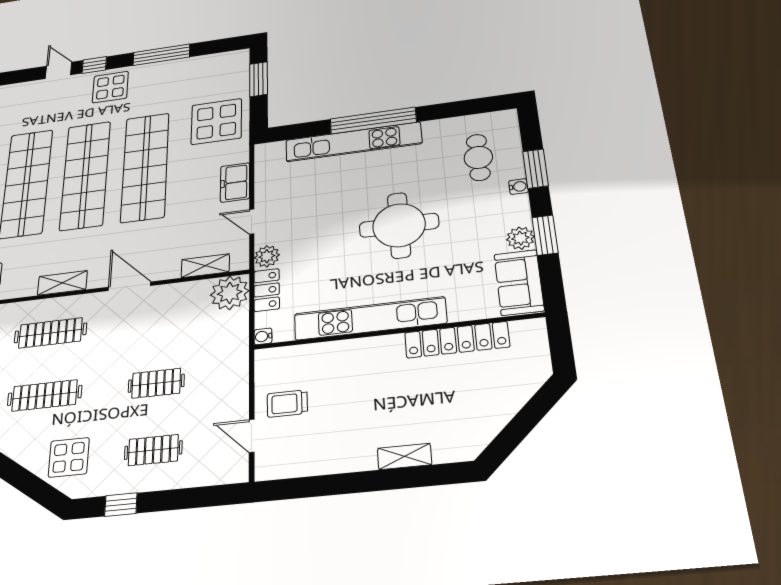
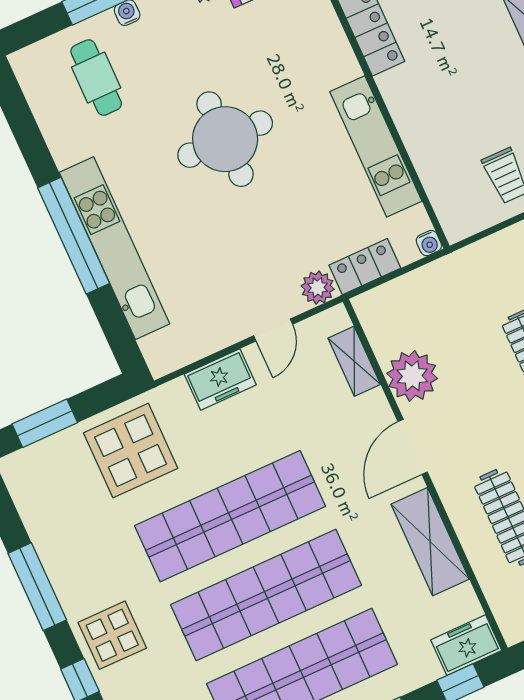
cafe table: (478, 157) -> (96, 78), turned 90
shelving: (62, 283) -> (430, 542), width x1.50, depth x1.33
plant: (230, 293) -> (412, 376), moved
kitchen unit: (370, 318) -> (376, 146), width x0.73

